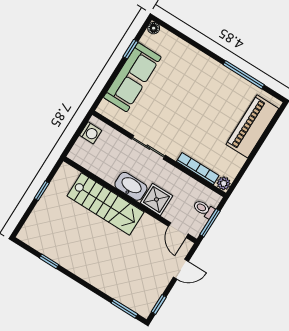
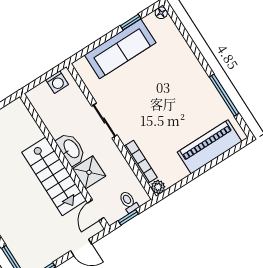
stairs: (105, 204) -> (54, 176), moved
window: (210, 223) -> (128, 217), width x0.67

